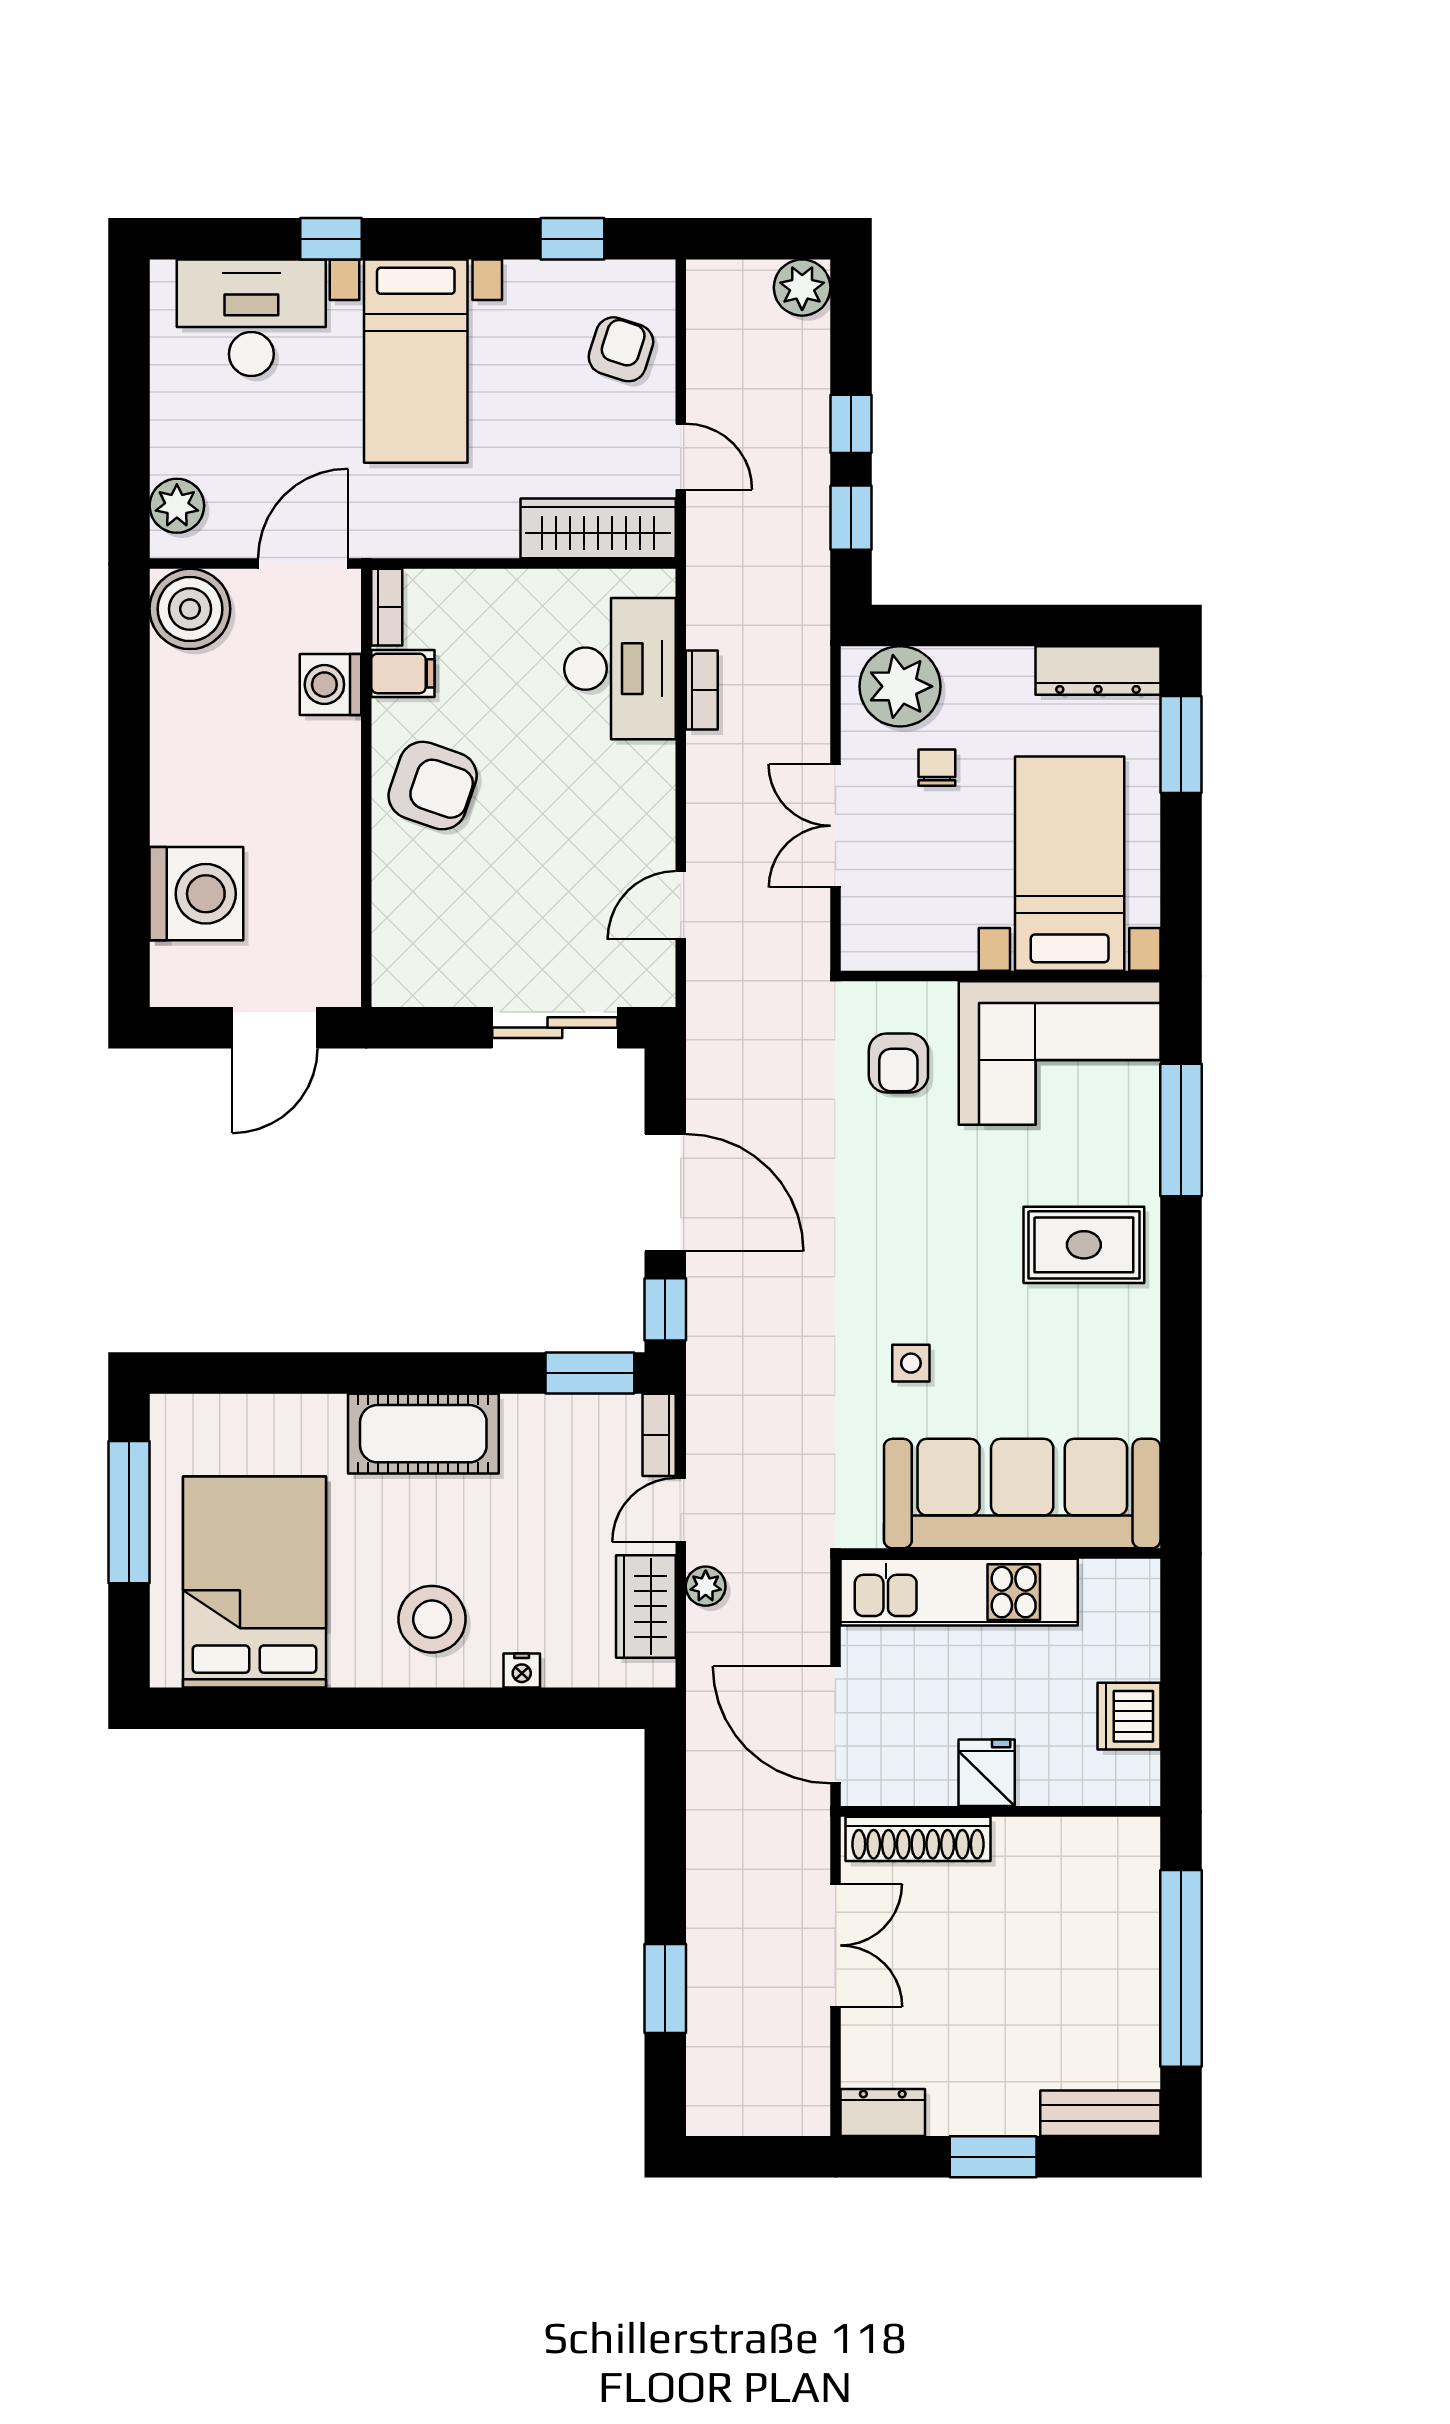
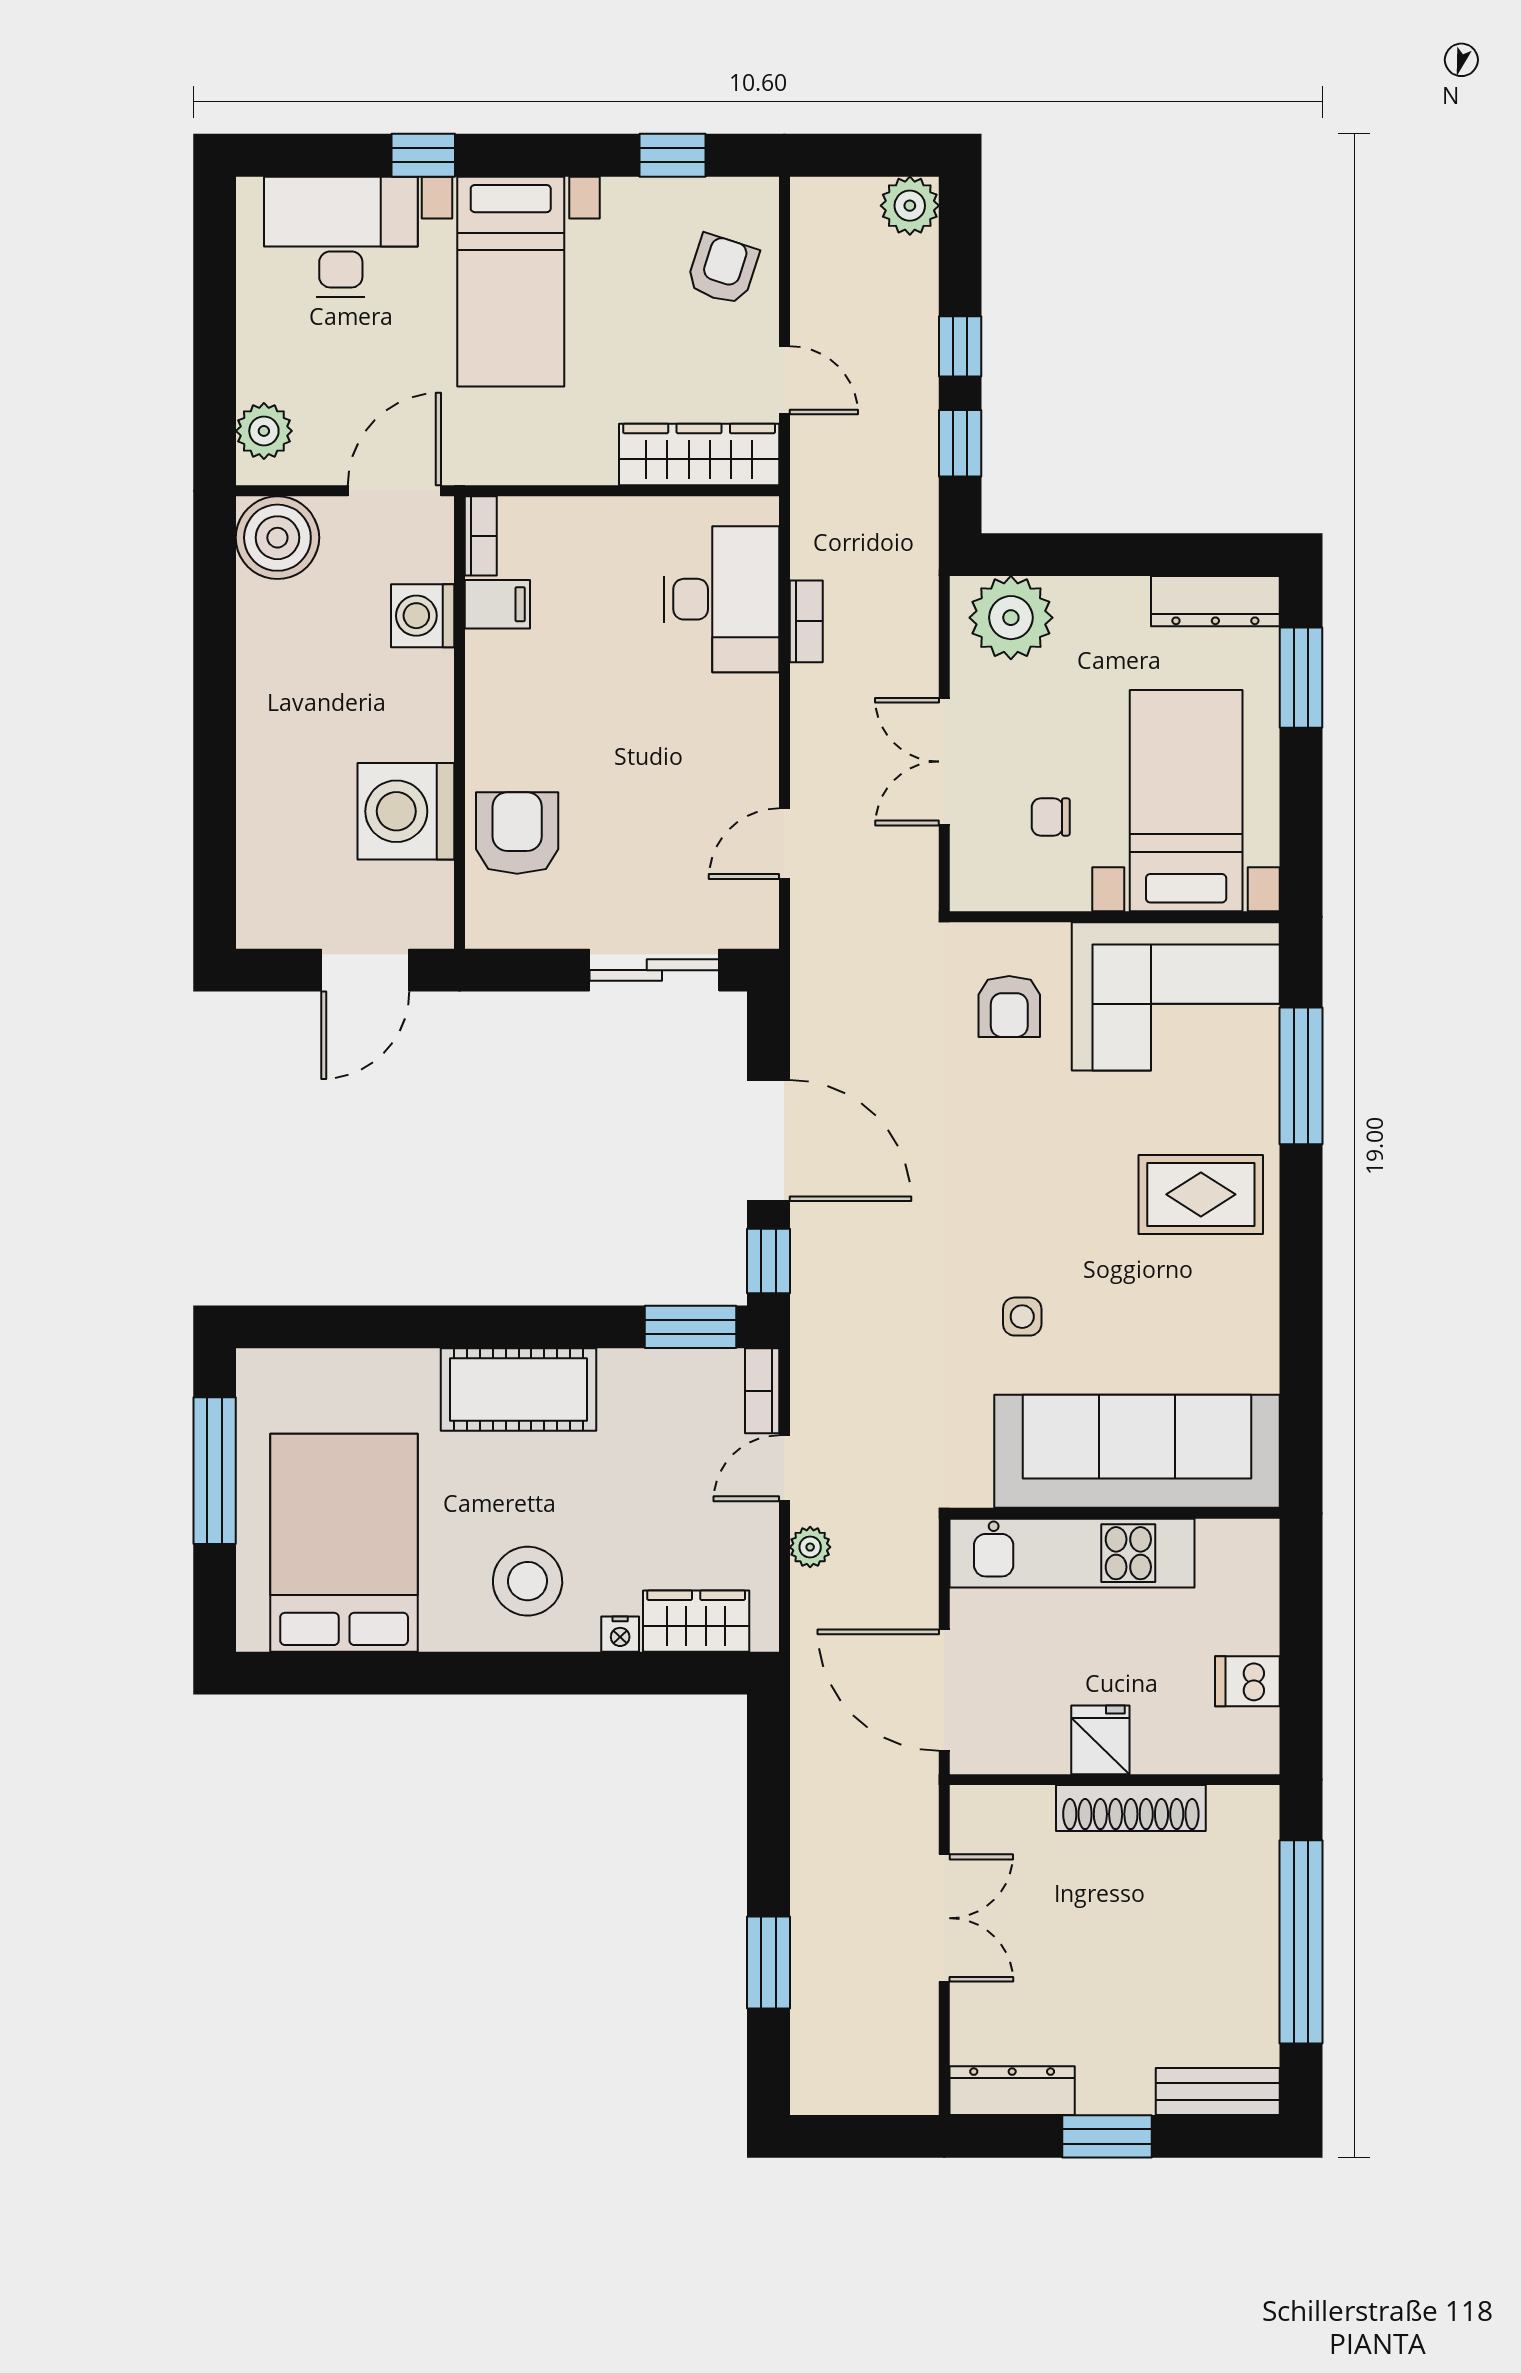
chair: (937, 768) -> (1051, 817), moved, turned -90
armchair: (433, 786) -> (517, 833), moved, turned -109
washing machine: (196, 894) -> (406, 811), moved, turned 180
wardrobe: (646, 1606) -> (696, 1621), moved, turned 90
dishwasher: (1129, 1716) -> (1247, 1681), width x0.73
shoe rack: (918, 1839) -> (1131, 1808), moved
dresser: (883, 2112) -> (1012, 2091), width x1.44

